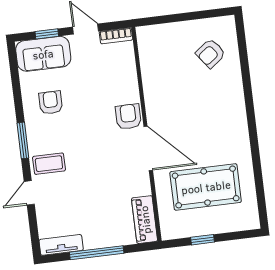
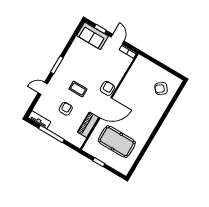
armchair: (51, 103) -> (66, 109), moved
door: (148, 148) -> (106, 108), hinge flipped
coffee table: (49, 164) -> (78, 89), moved
piano: (145, 220) -> (88, 125), moved

